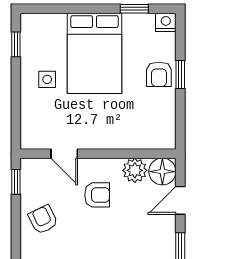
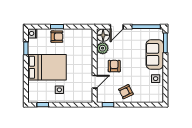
door: (180, 200) -> (117, 27), hinge flipped

